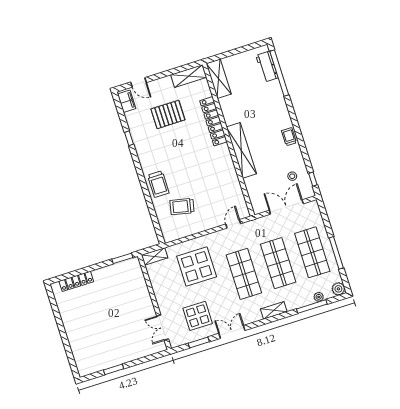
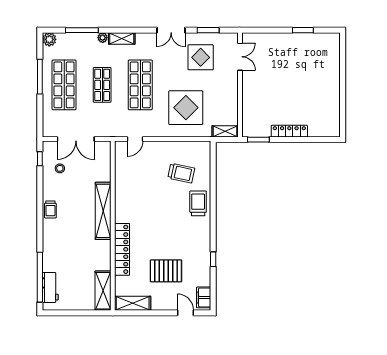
shop shelf: (278, 263) -> (102, 85), width x0.70, depth x0.74
locker: (76, 281) -> (289, 131), moved
plant: (319, 297) -> (103, 38), moved

